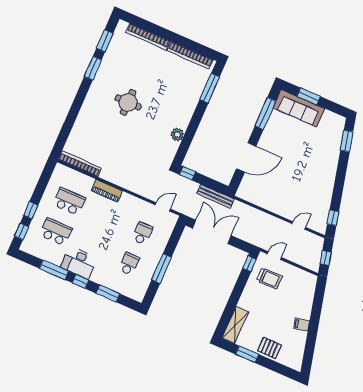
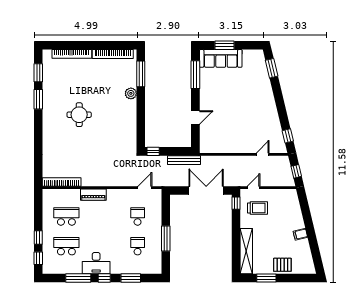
plant: (177, 135) -> (131, 93), moved
door: (246, 157) -> (195, 118), width x0.53
double door: (212, 232) -> (206, 191), moved
shelving: (235, 325) -> (246, 251), width x1.47

